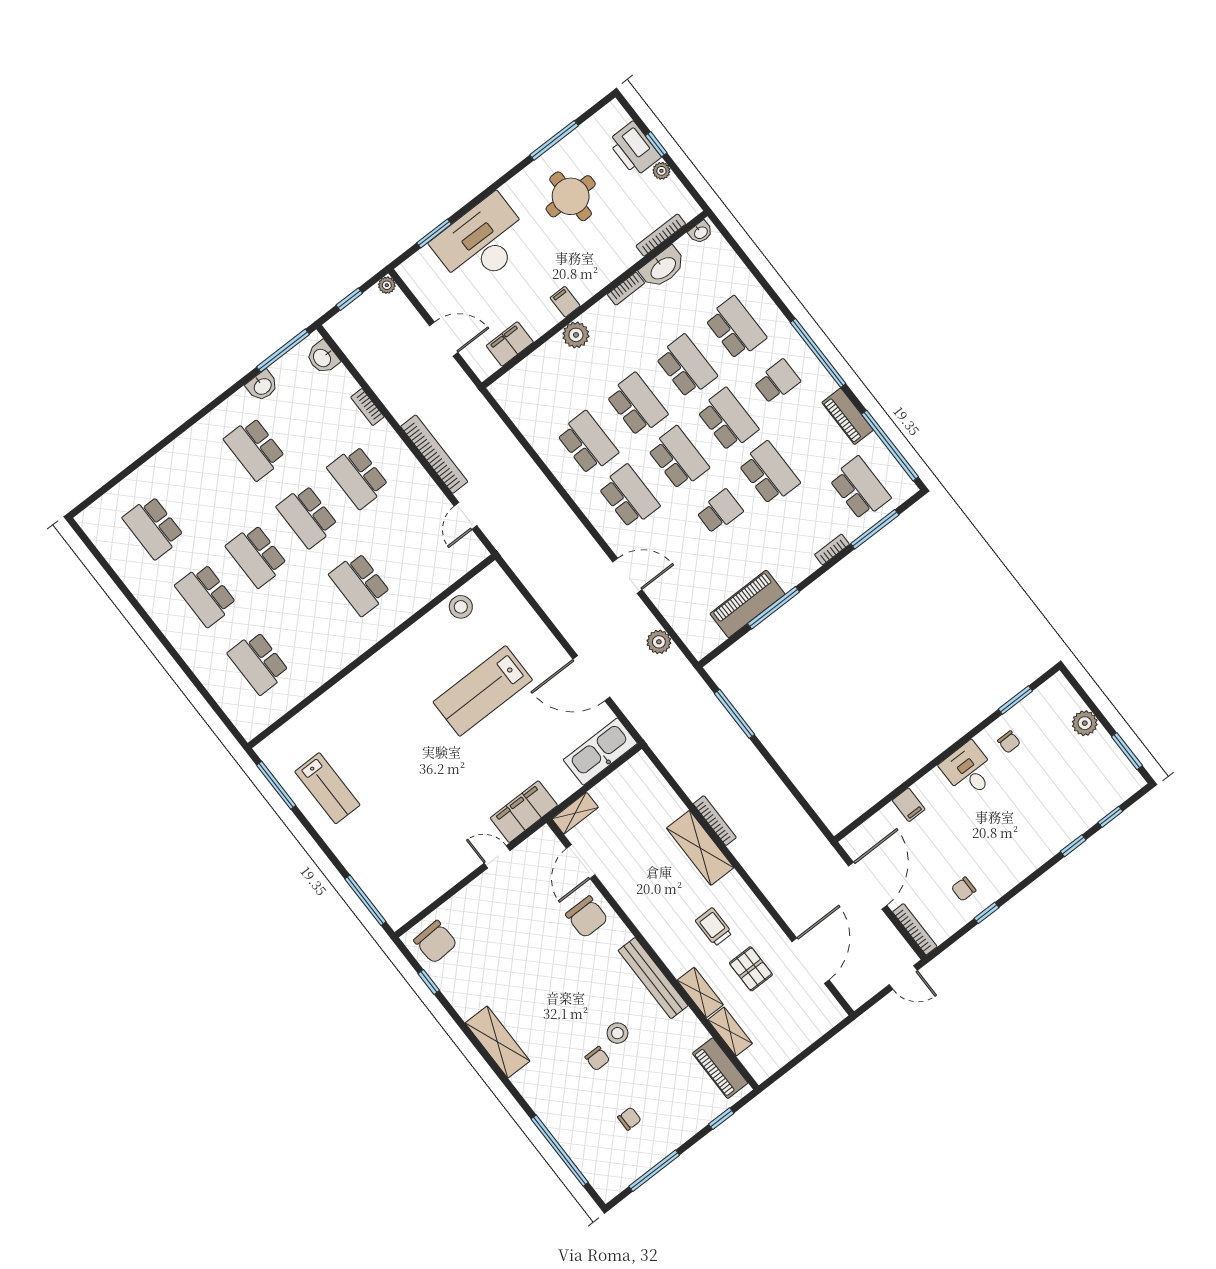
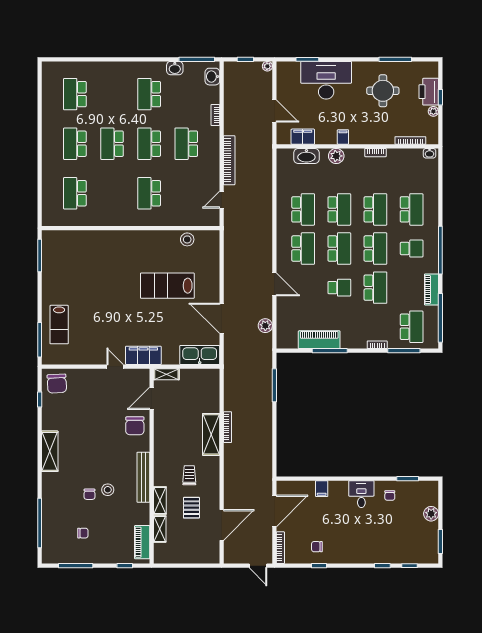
washbasin: (663, 268) -> (306, 156), moved
lab bench: (327, 788) -> (59, 325), moved

